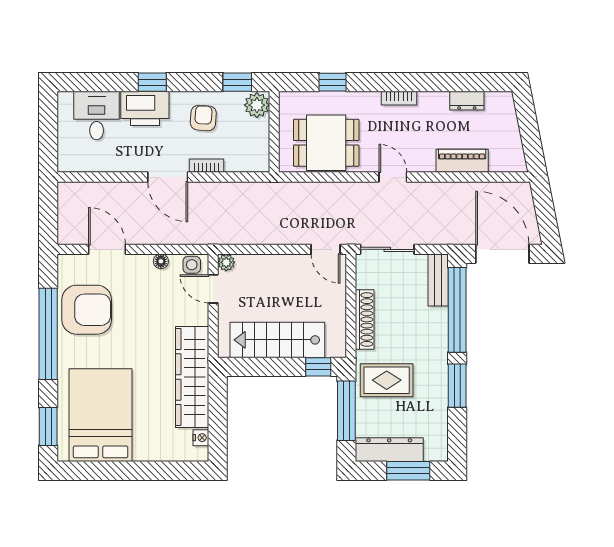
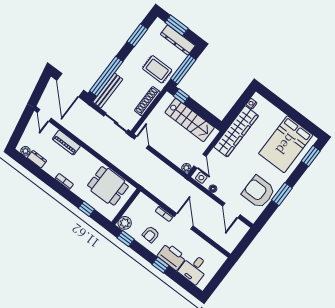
plant: (494, 100) -> (25, 151), added
piano: (462, 161) -> (66, 143), moved
door: (393, 177) -> (44, 115), moved
bench: (438, 280) -> (108, 91), width x1.36
window: (48, 334) -> (282, 194), width x0.47
window: (457, 386) -> (137, 35), moved

